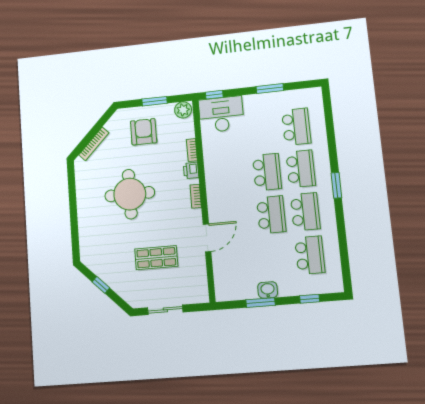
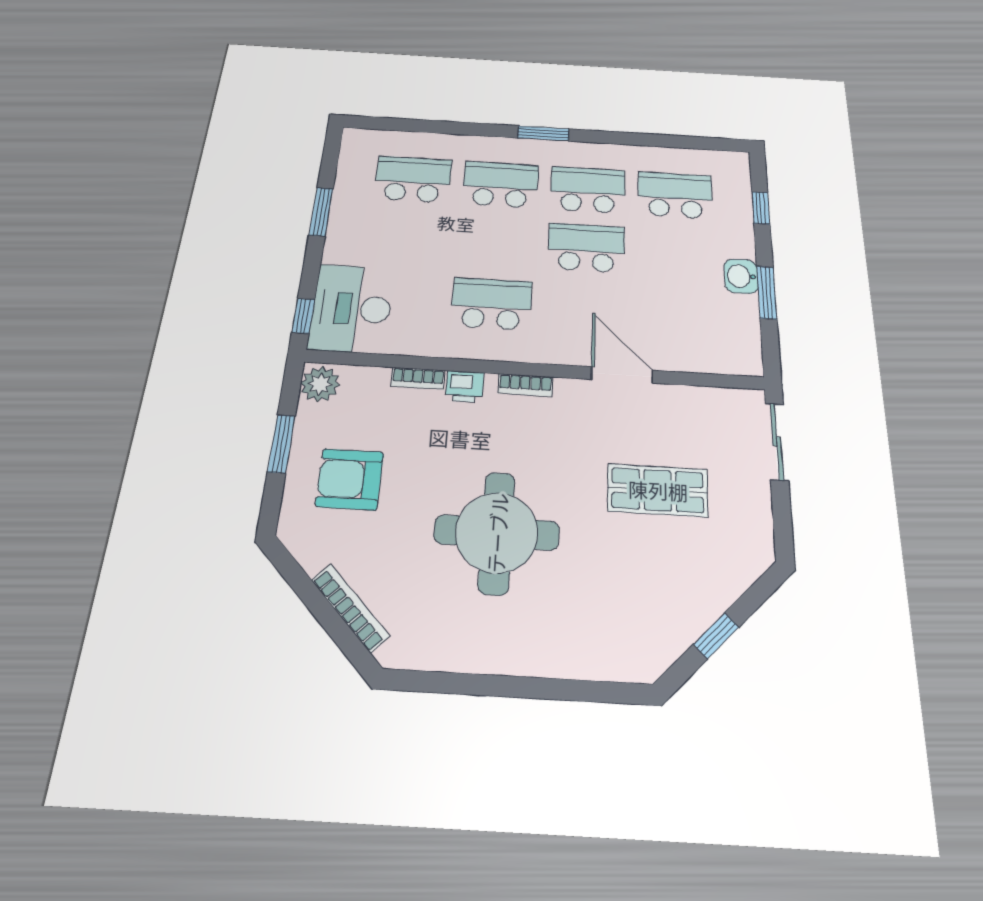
school desk: (267, 172) -> (492, 304), moved
shop shelf: (156, 258) -> (658, 490), turned 90
sliding door: (165, 310) -> (777, 441), moved

